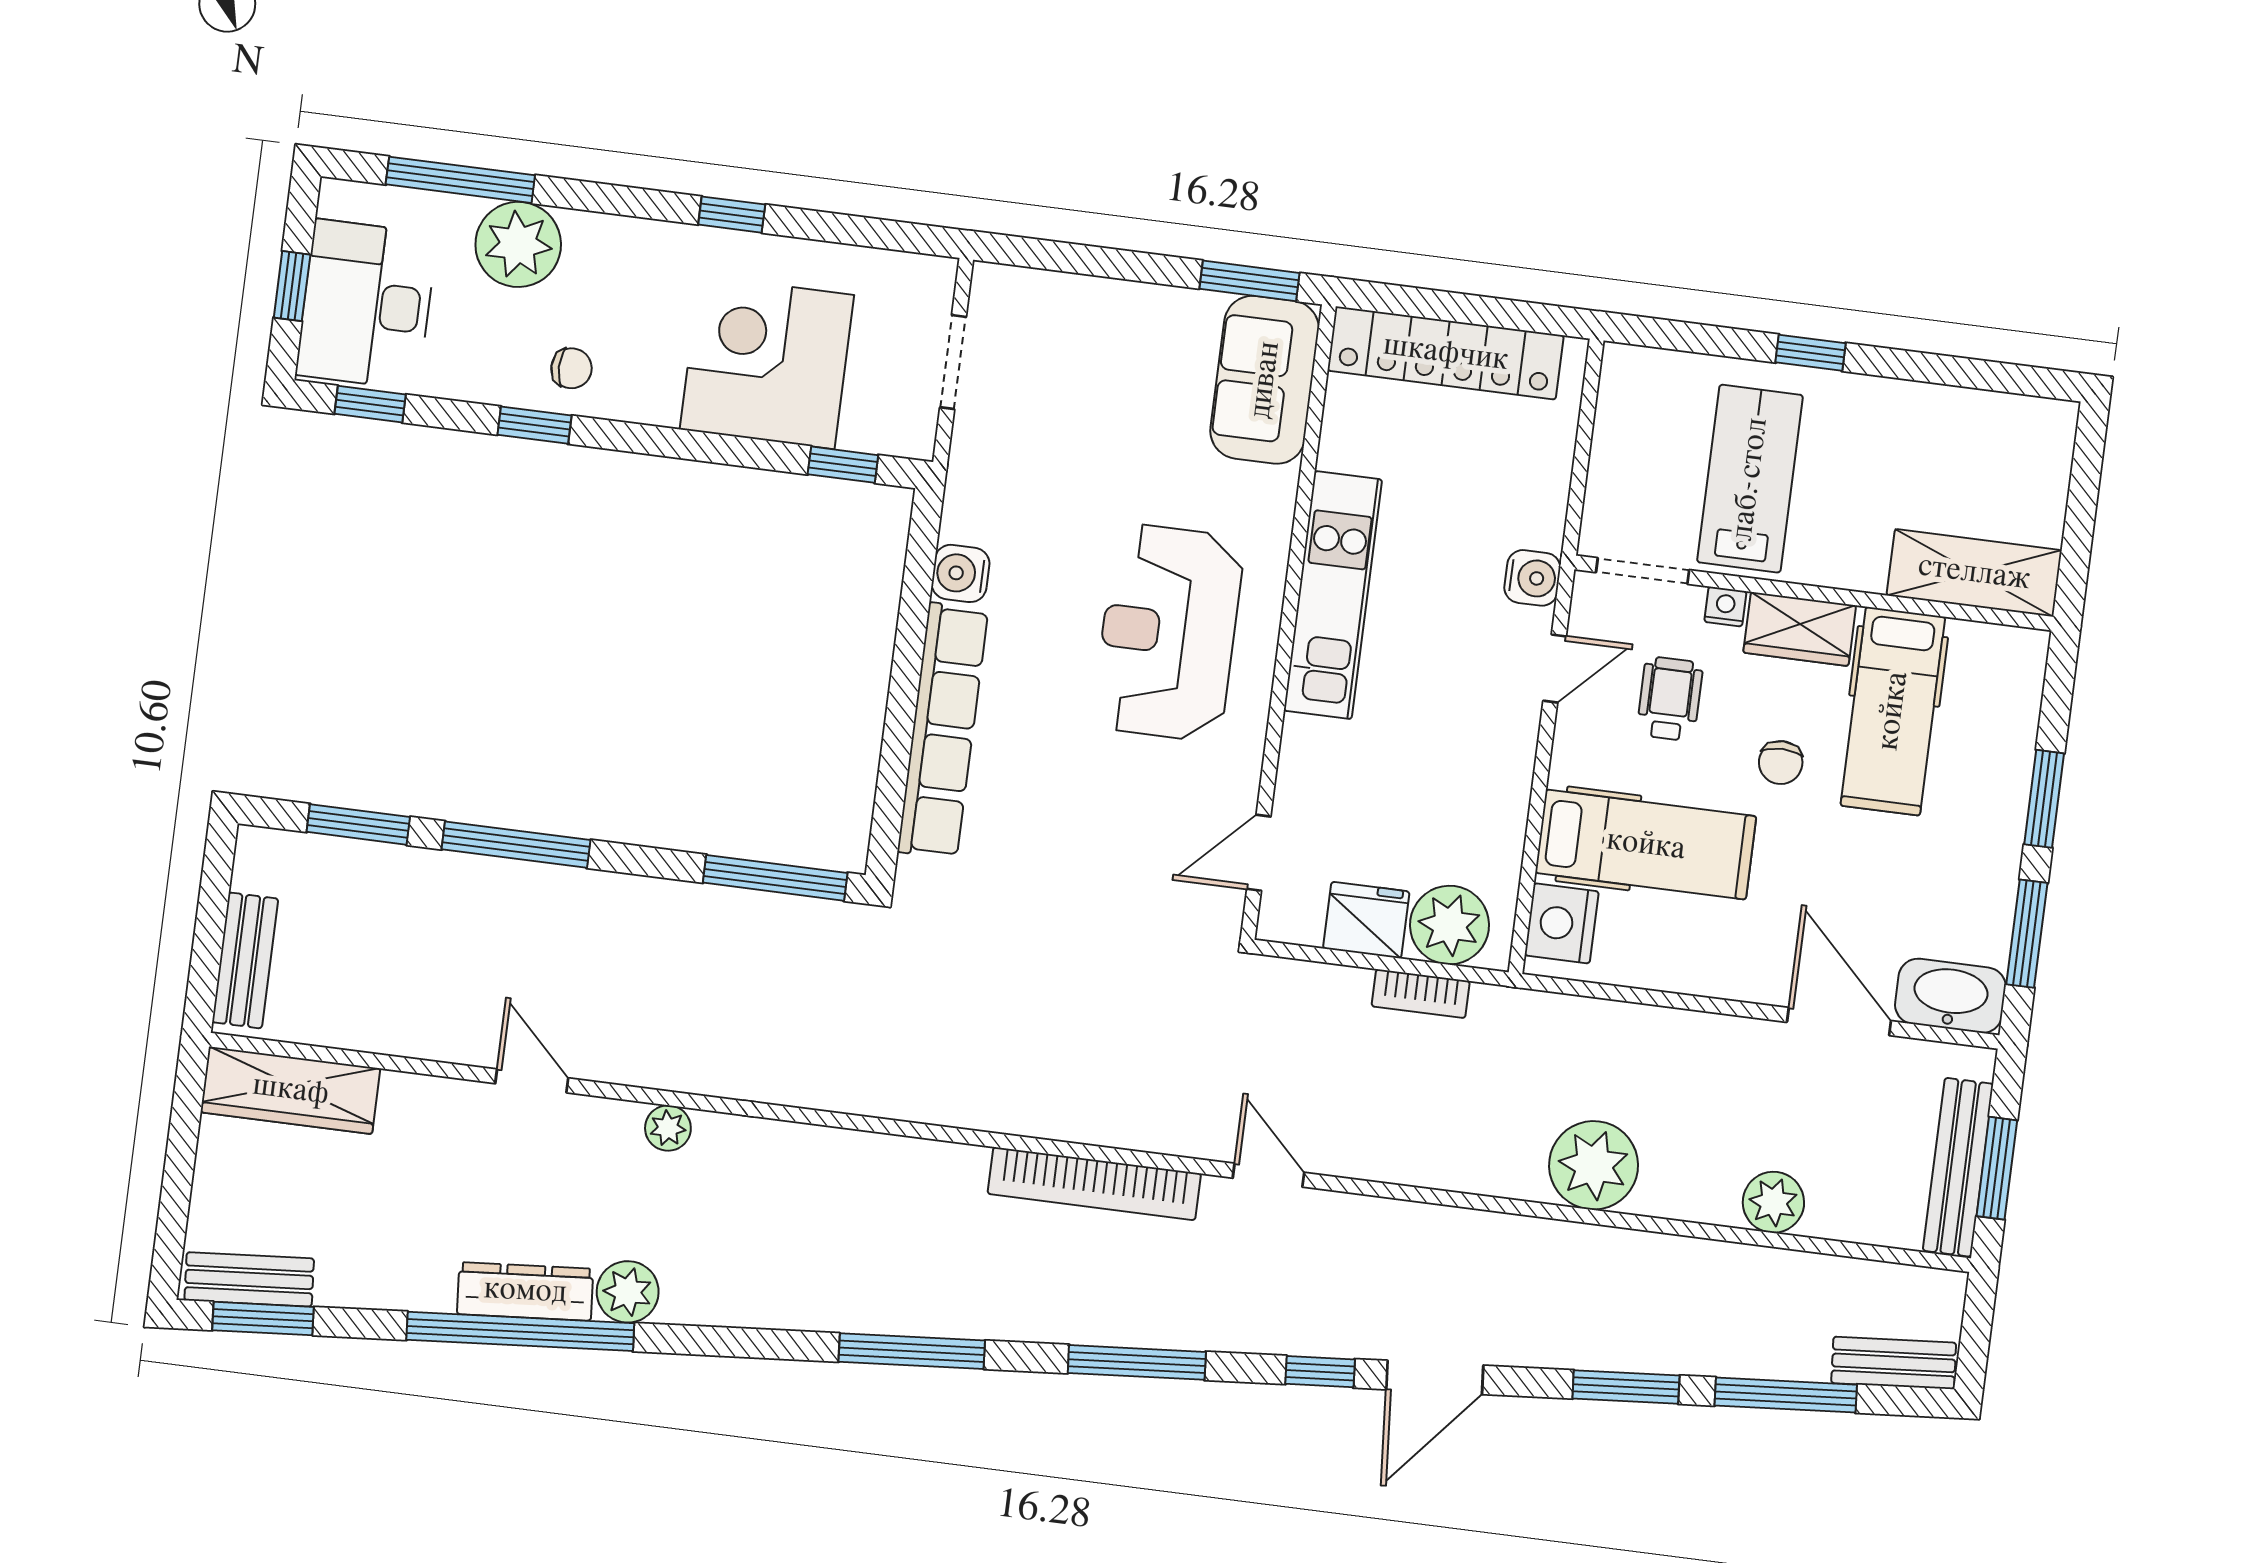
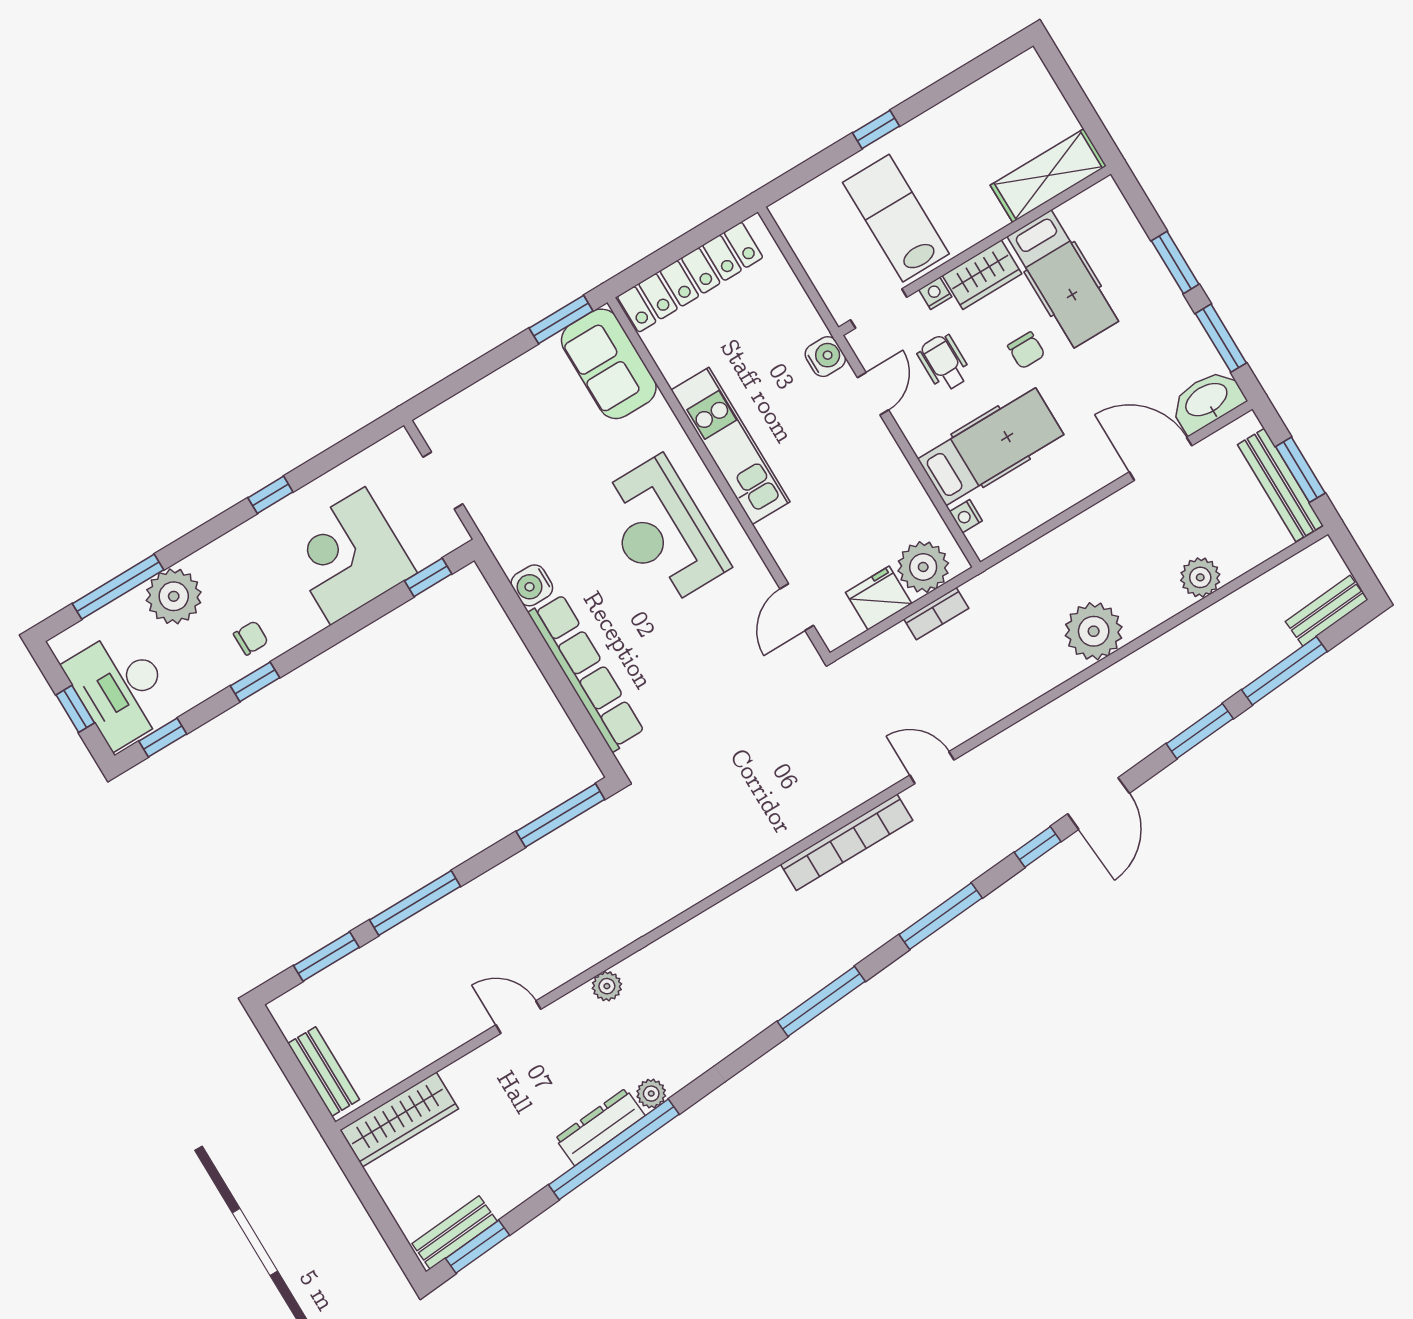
nightstand: (1562, 923) -> (966, 516), width x0.53, depth x0.56
plant: (628, 1292) -> (651, 1094), width x0.73, depth x0.73

